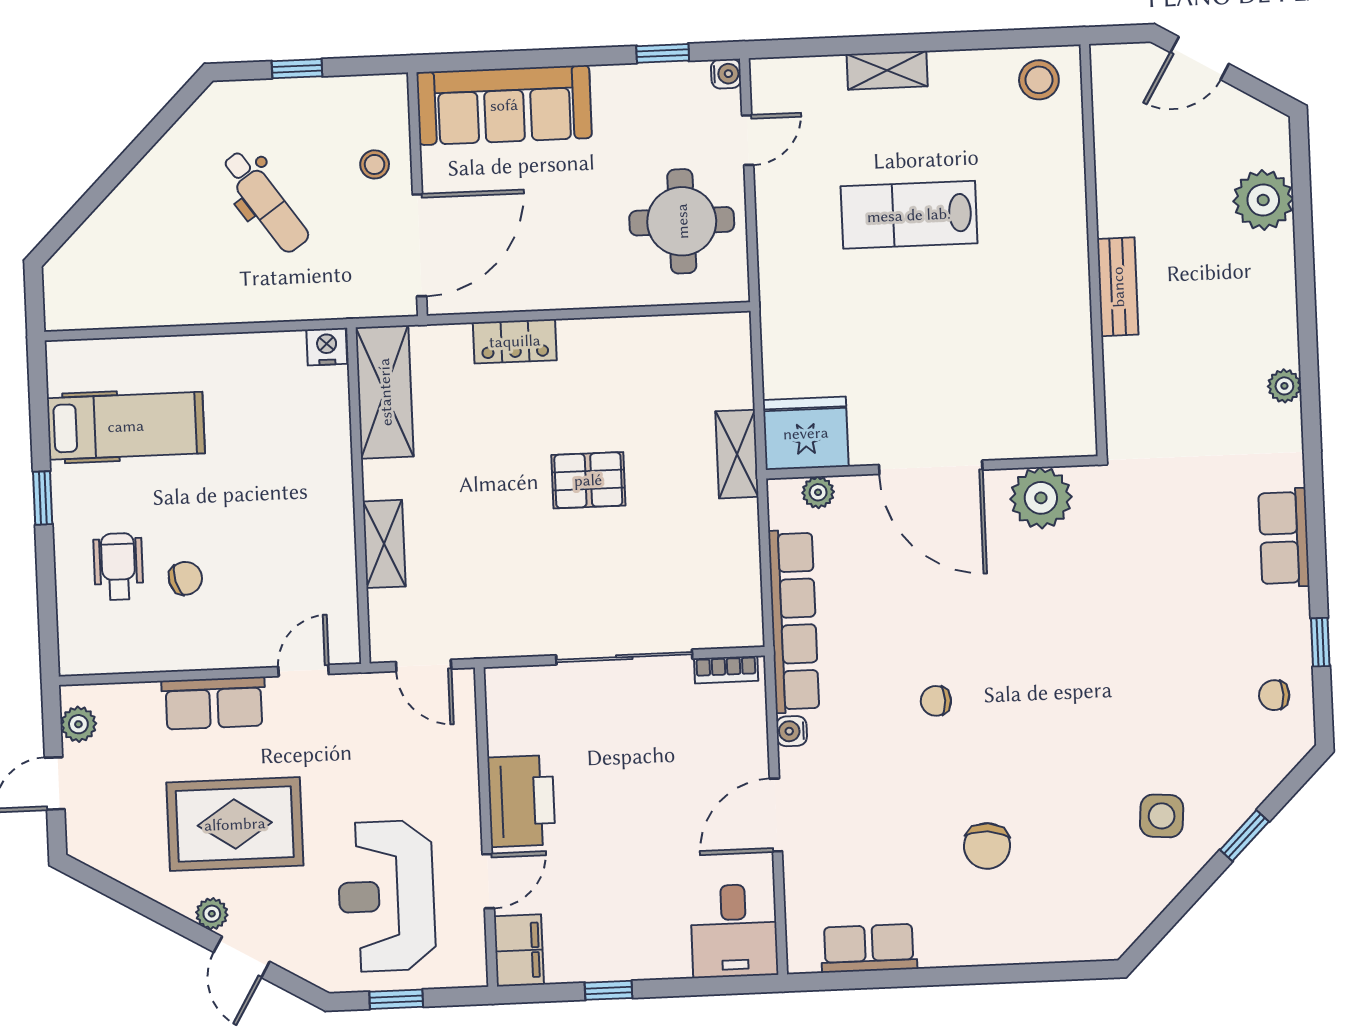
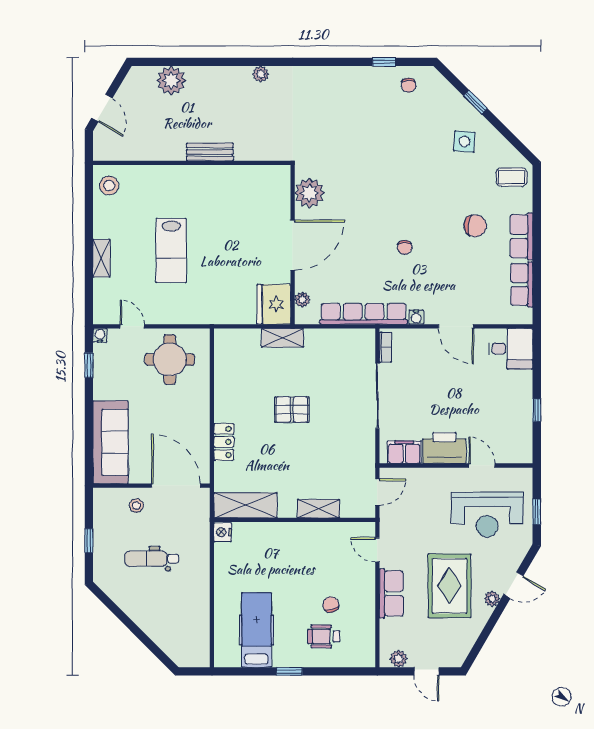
dental chair: (265, 201) -> (152, 559), turned -145
pallet: (588, 480) -> (292, 409), turned 90
row of seats: (1284, 538) -> (521, 236), moved, turned 90
coffee table: (1092, 918) -> (512, 177), added
filing cabinet: (519, 950) -> (404, 452), moved

